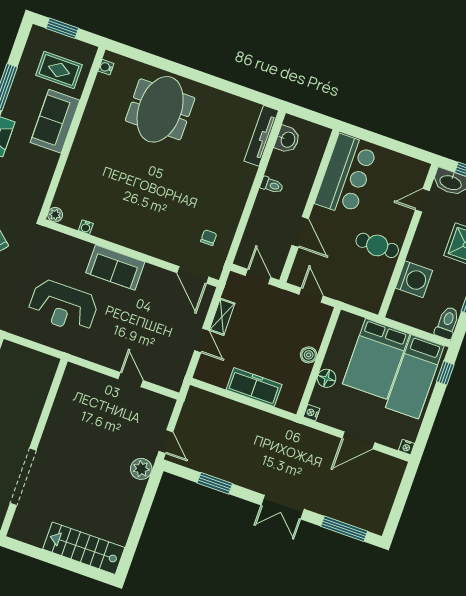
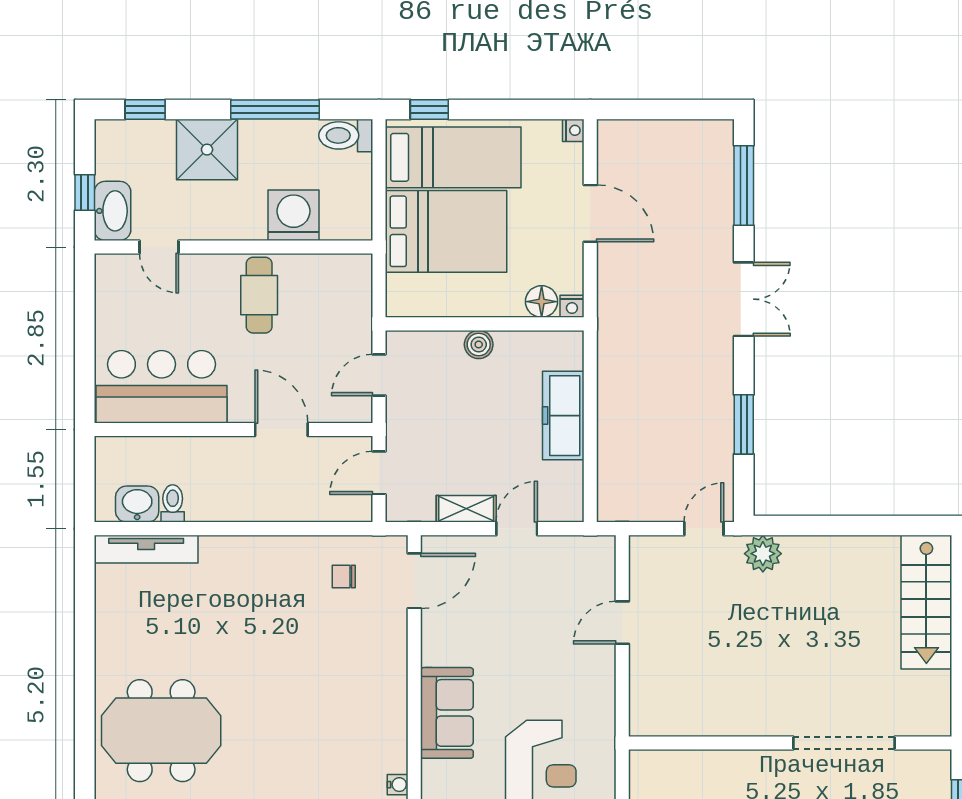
toilet: (272, 185) -> (173, 503), moved
door: (300, 232) -> (281, 429), hinge flipped
floor lamp: (327, 378) -> (542, 302), moved

